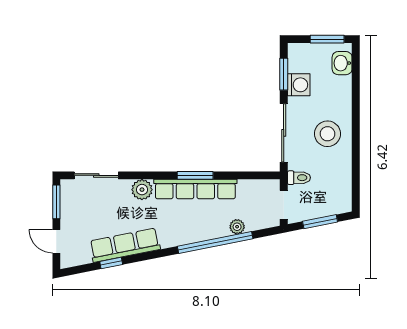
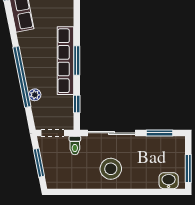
washing machine: (299, 85) -> (151, 145), removed
window: (248, 175) -> (77, 104), added
plant: (142, 190) -> (65, 17), removed

